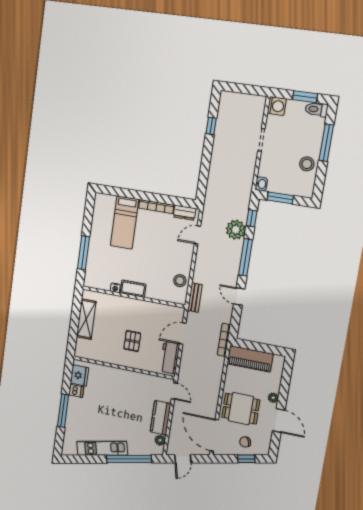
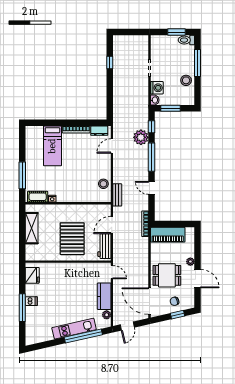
washing machine: (277, 106) -> (157, 88), moved
cot: (133, 289) -> (38, 197), moved
pallet: (132, 341) -> (72, 239), width x2.05, depth x2.00
dishwasher: (76, 391) -> (31, 301), moved
kitchen unit: (102, 448) -> (74, 329), moved

